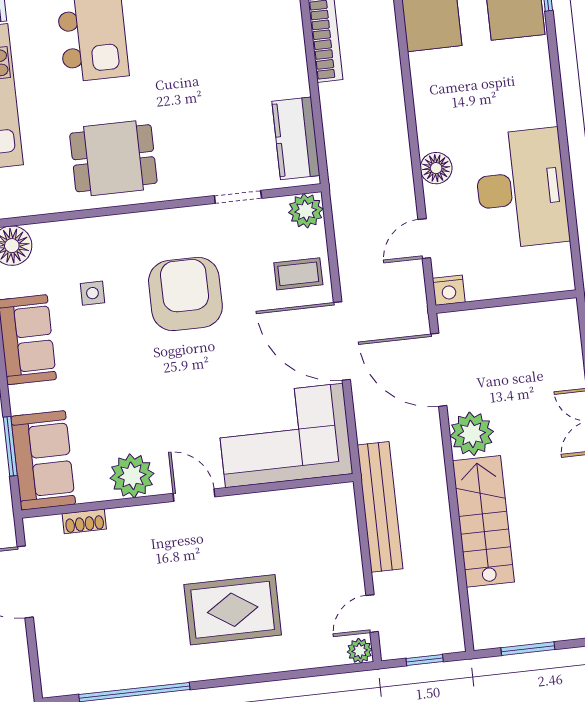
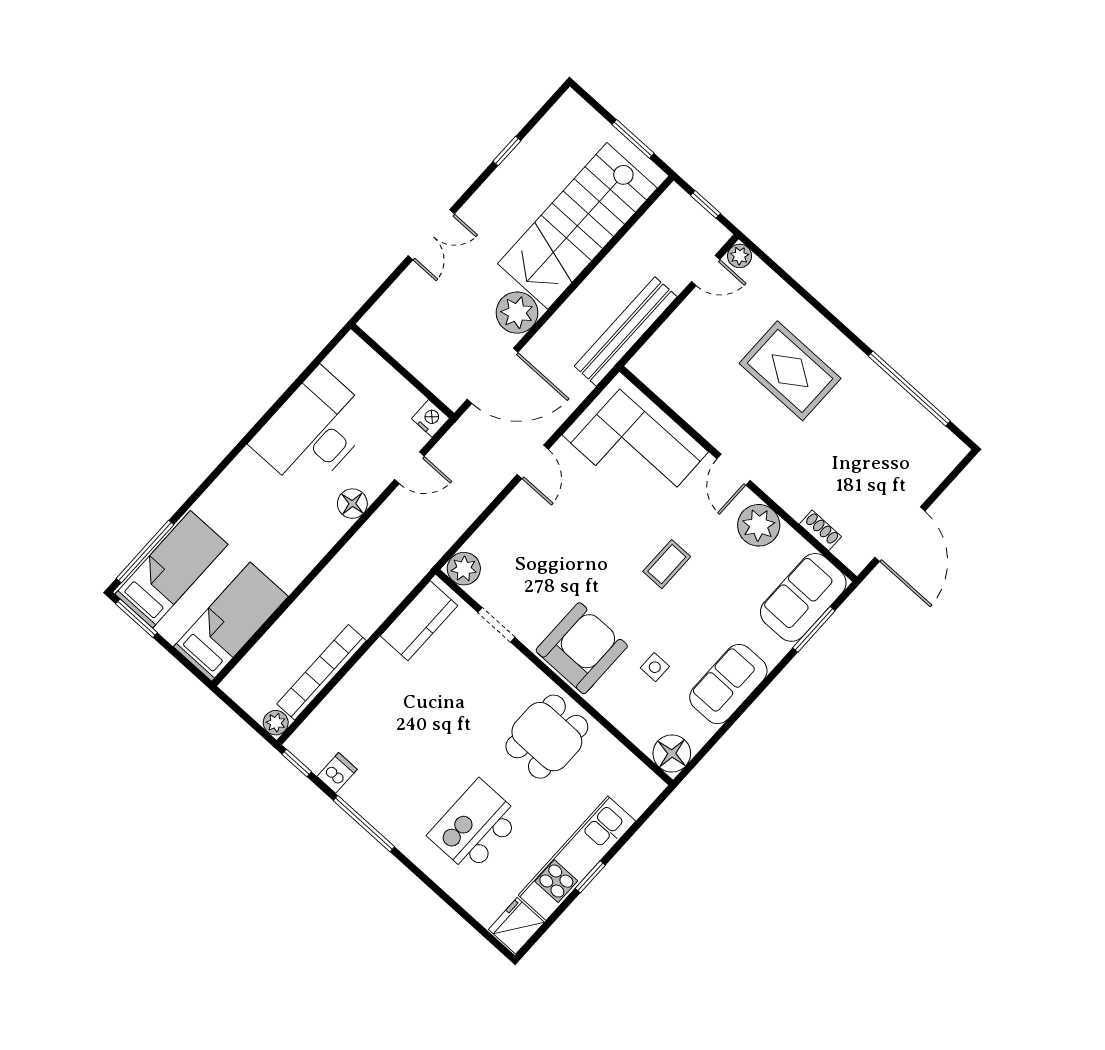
dining table: (113, 158) -> (547, 737), turned 90
coffee table: (298, 274) -> (667, 564), moved, turned 90
armchair: (185, 294) -> (582, 648), moved, turned 180
door: (342, 341) -> (533, 462), width x0.53
door: (439, 370) -> (493, 376), hinge flipped
stairs: (483, 521) -> (577, 226), width x1.36, depth x1.51

